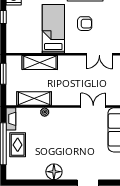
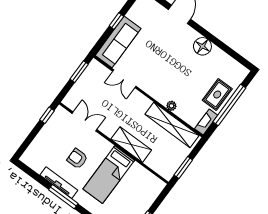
shelving: (40, 63) -> (131, 145), moved
shelving: (34, 99) -> (172, 125), width x1.47

